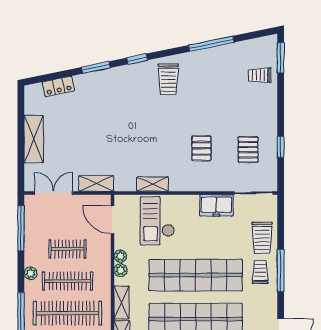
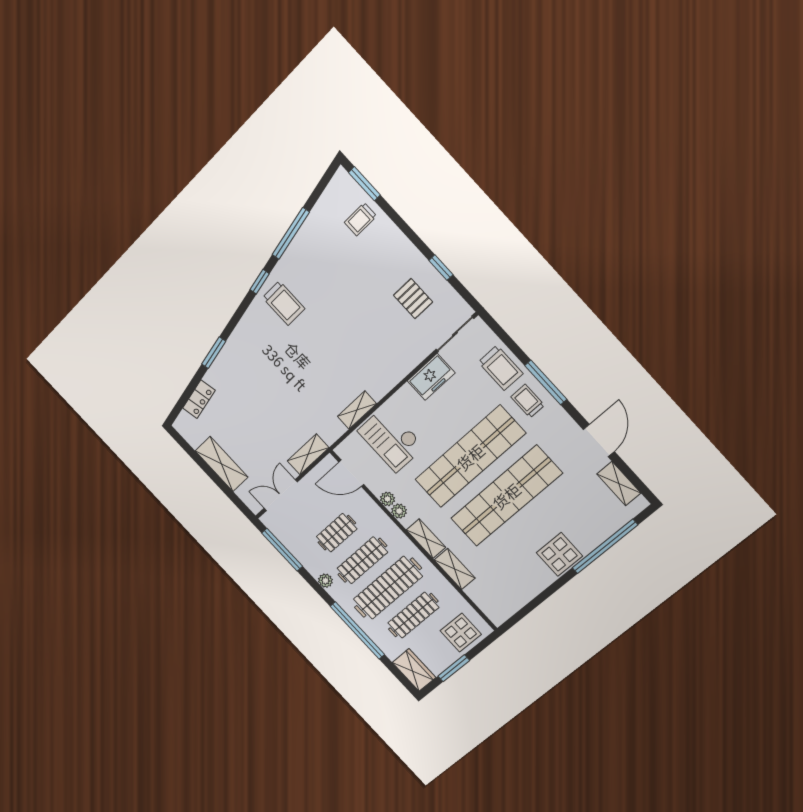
window: (137, 59) -> (260, 282), moved
pallet: (201, 148) -> (370, 337), removed

